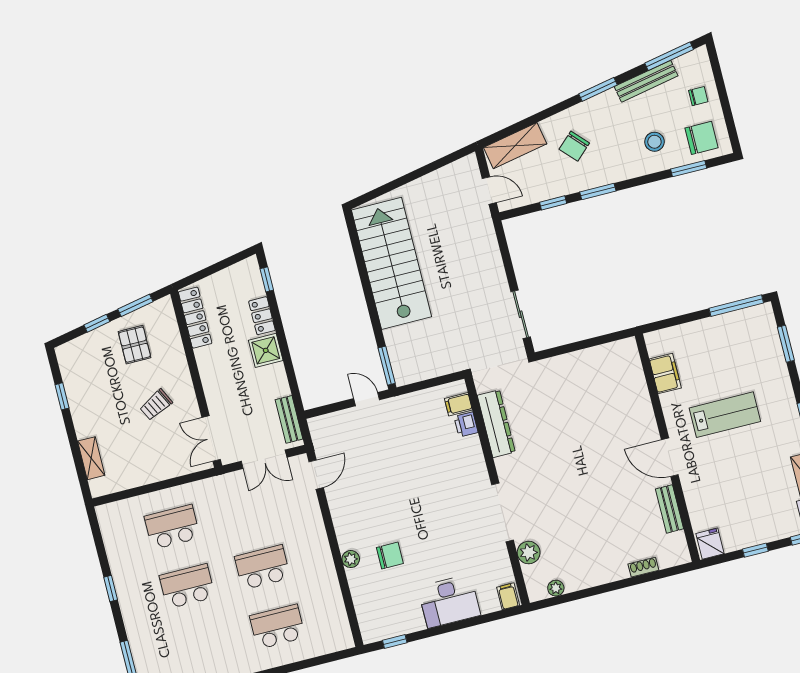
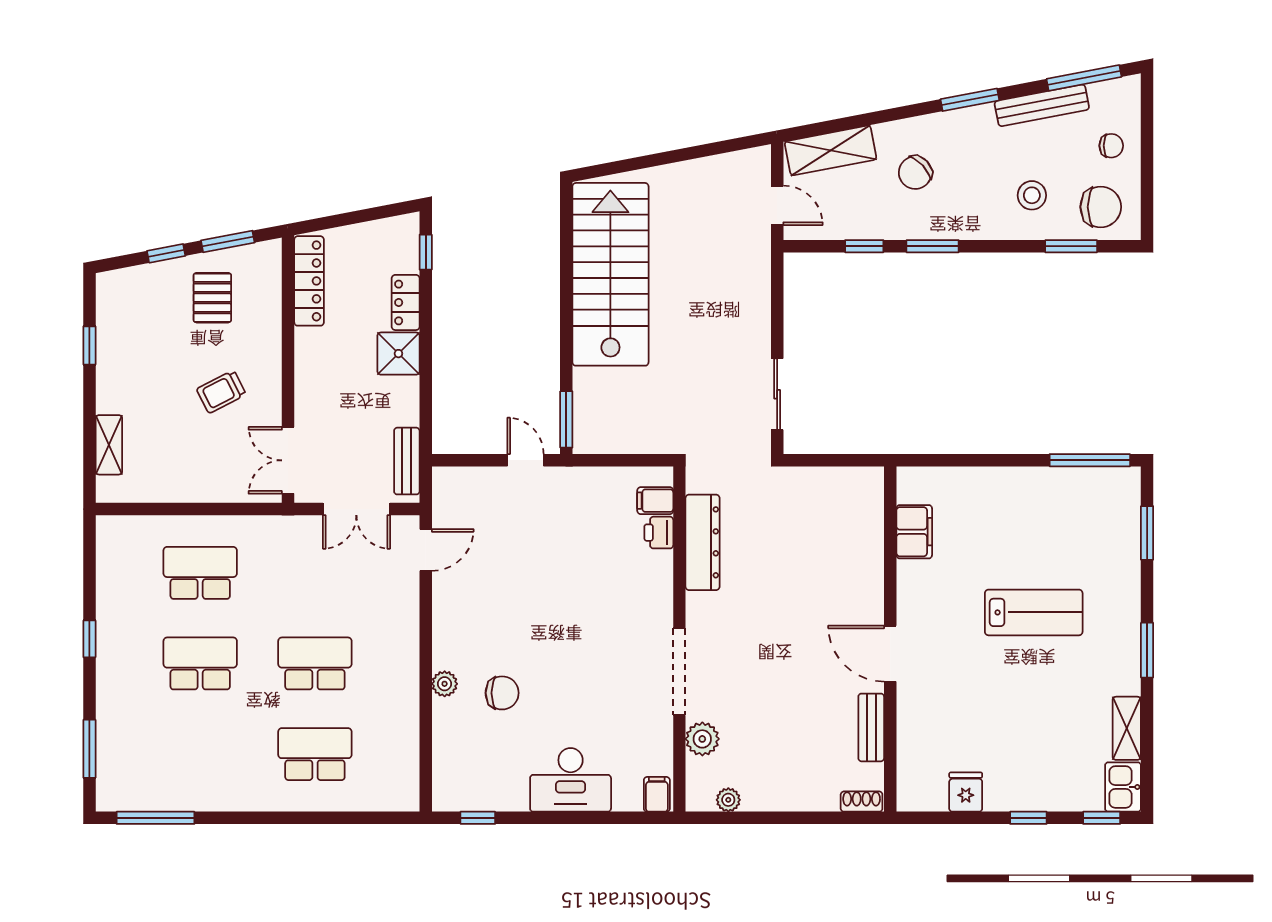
filing cabinet: (665, 374) -> (914, 532), moved
wall: (667, 448) -> (890, 639), moved
door: (670, 457) -> (890, 654), moved
bench: (669, 509) -> (871, 727), moved

